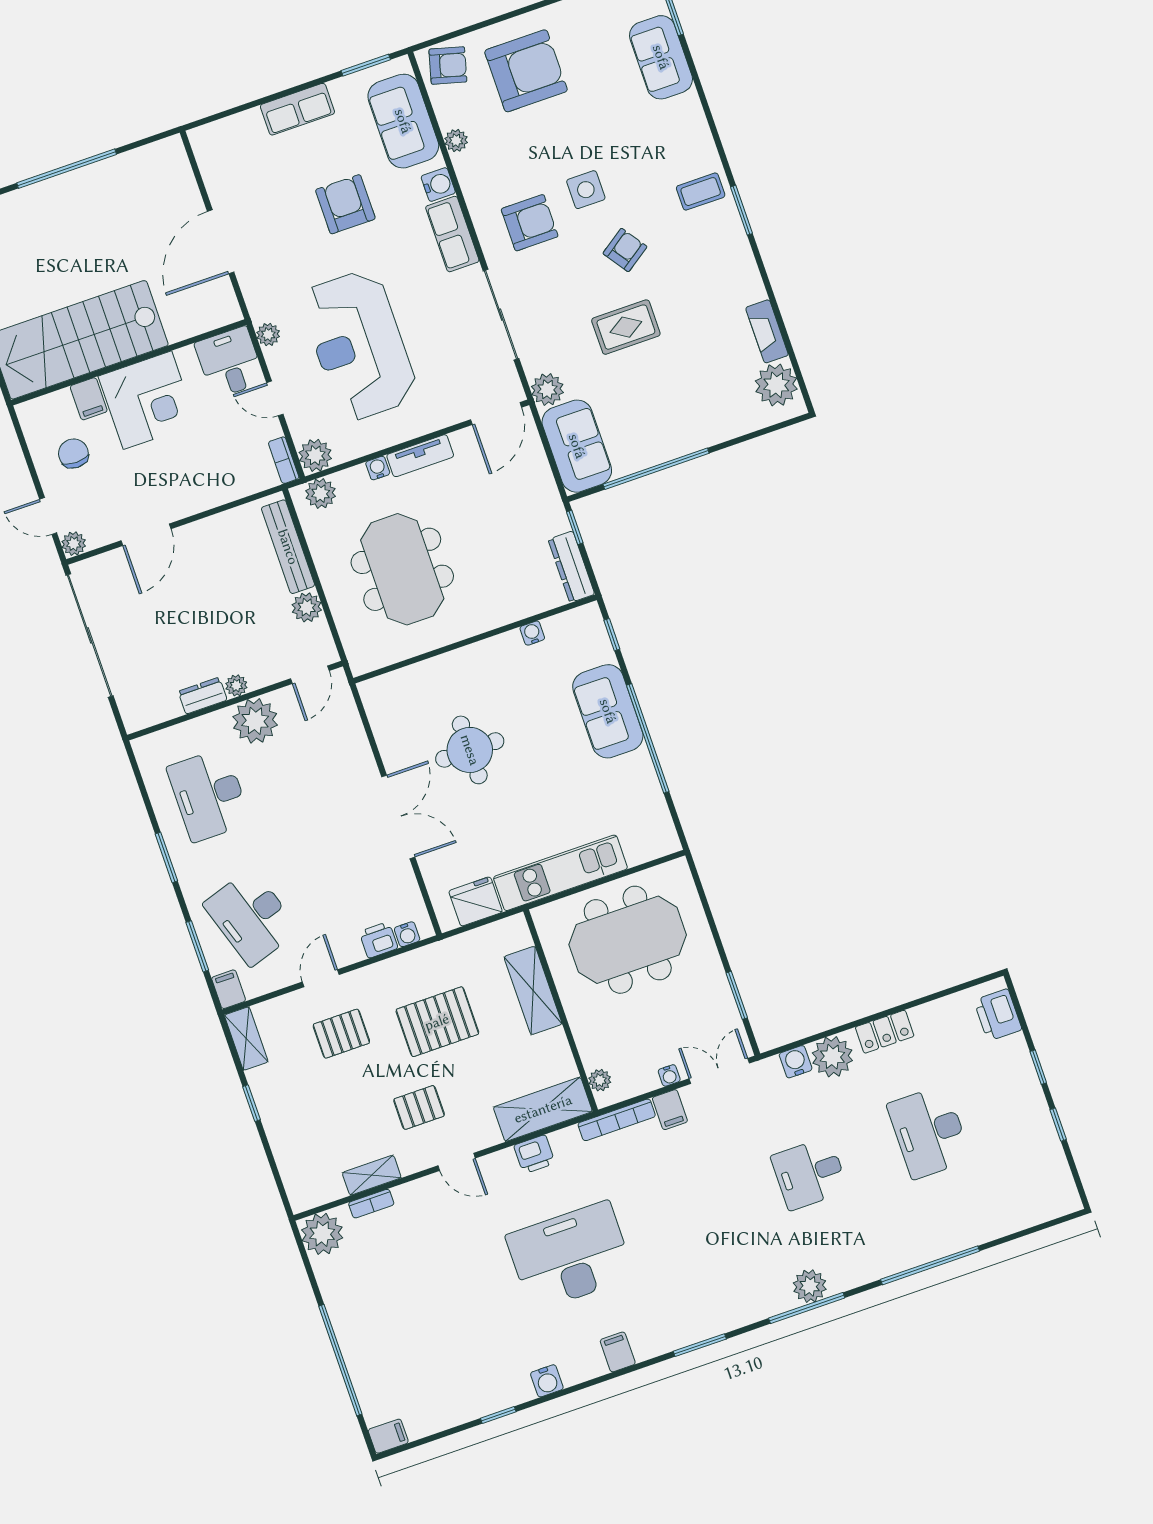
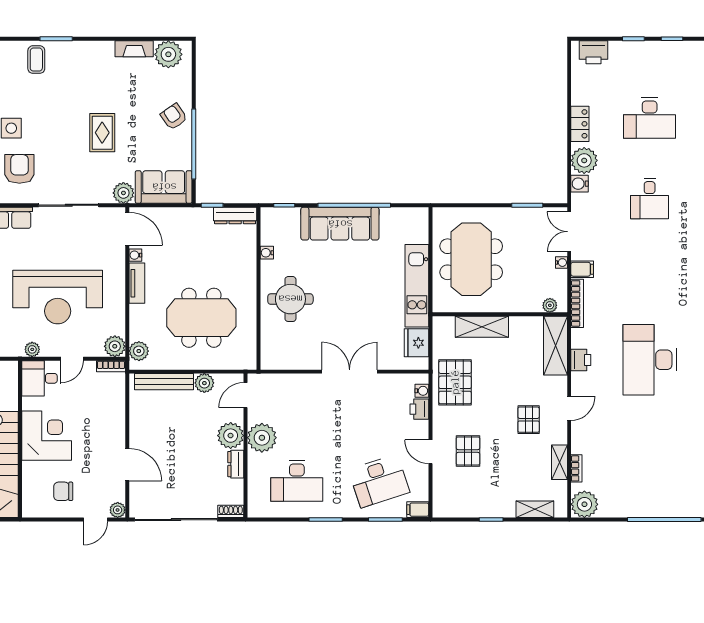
armchair: (625, 250) -> (174, 117), moved
filing cabinet: (89, 399) -> (33, 471), removed
water cooler: (378, 468) -> (135, 255), moved
door: (310, 675) -> (246, 395), swing flipped
plant: (236, 685) -> (231, 436), width x1.87, depth x1.87
sofa: (608, 711) -> (340, 224), width x1.36
shoe rack: (130, 713) -> (231, 511), added
round table: (470, 750) -> (290, 299), moved
pallet: (437, 1022) -> (455, 382), moved
shelving: (246, 1038) -> (535, 509), moved

